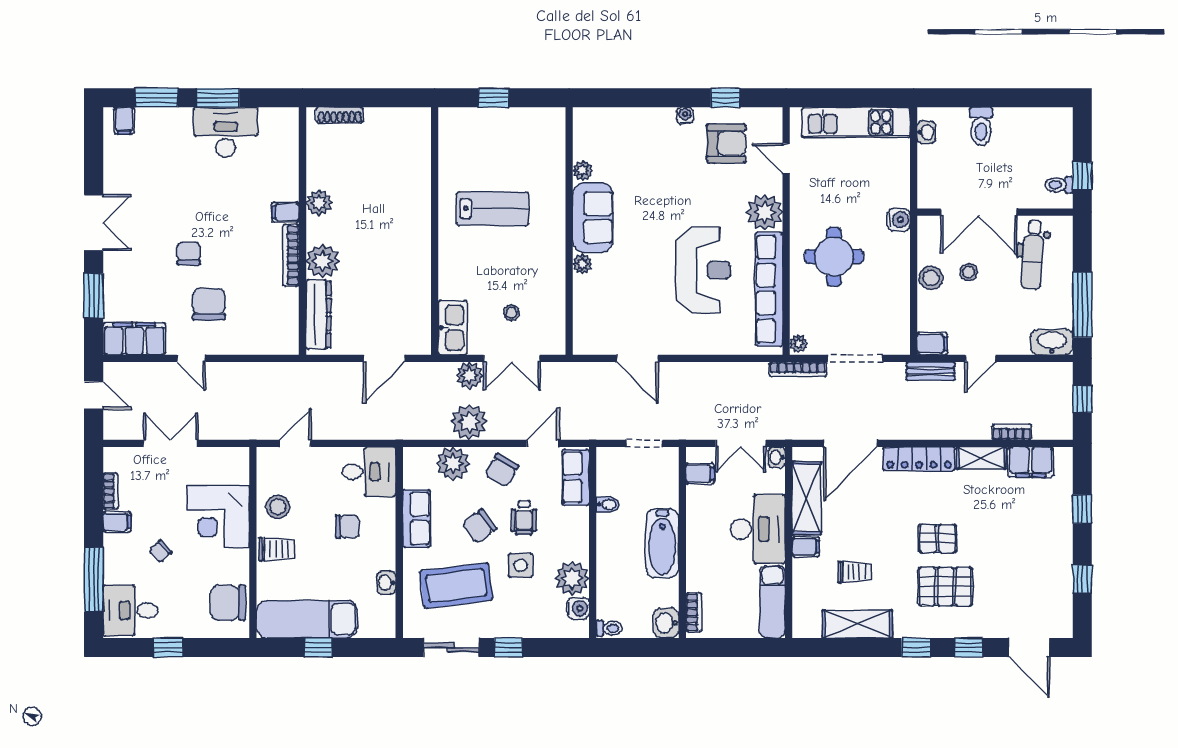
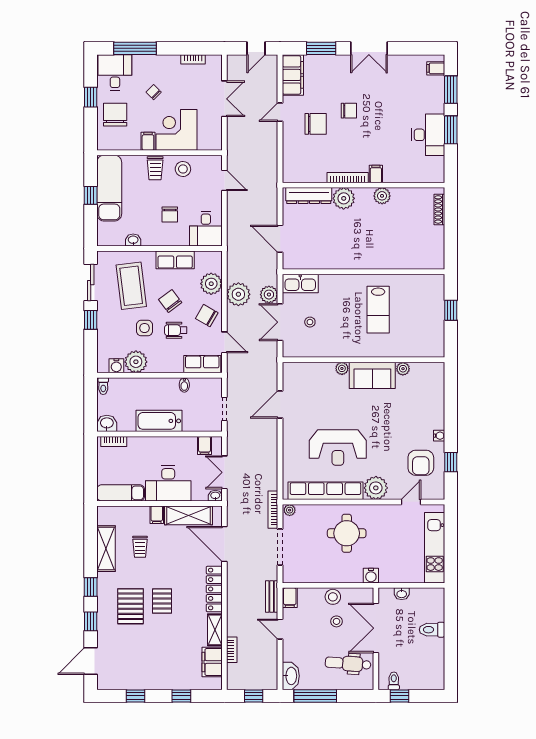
washbasin: (926, 132) -> (402, 594), moved
filing cabinet: (117, 522) -> (148, 141), moved, turned 180
chair: (228, 603) -> (115, 115), moved

